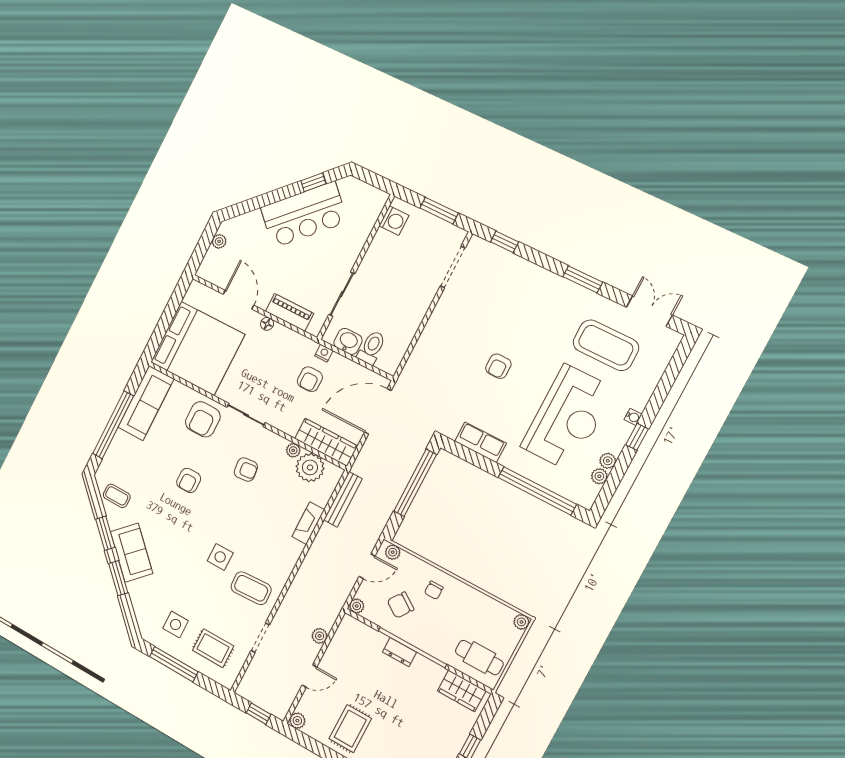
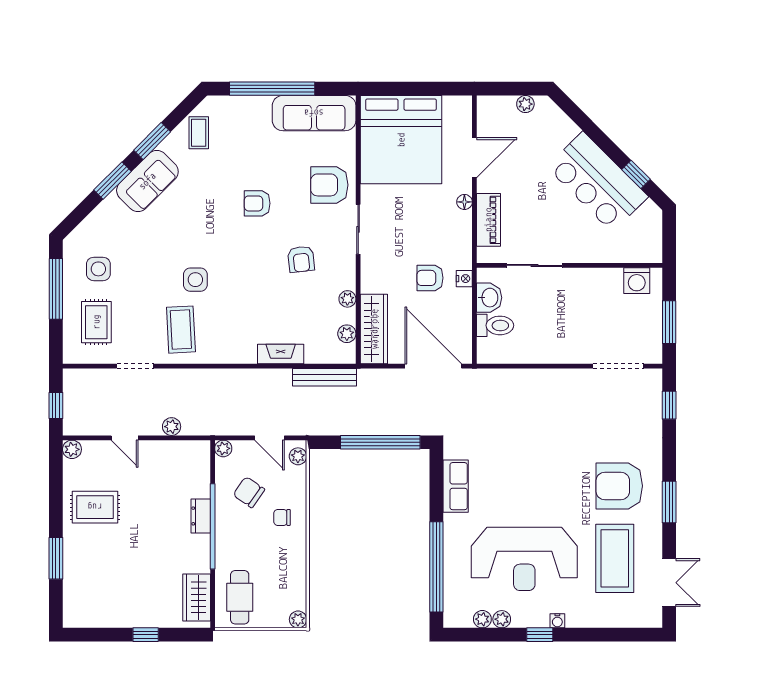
armchair: (498, 366) -> (619, 486), moved, width x1.88, depth x1.88
plant: (310, 467) -> (347, 334), width x0.53, depth x0.53

